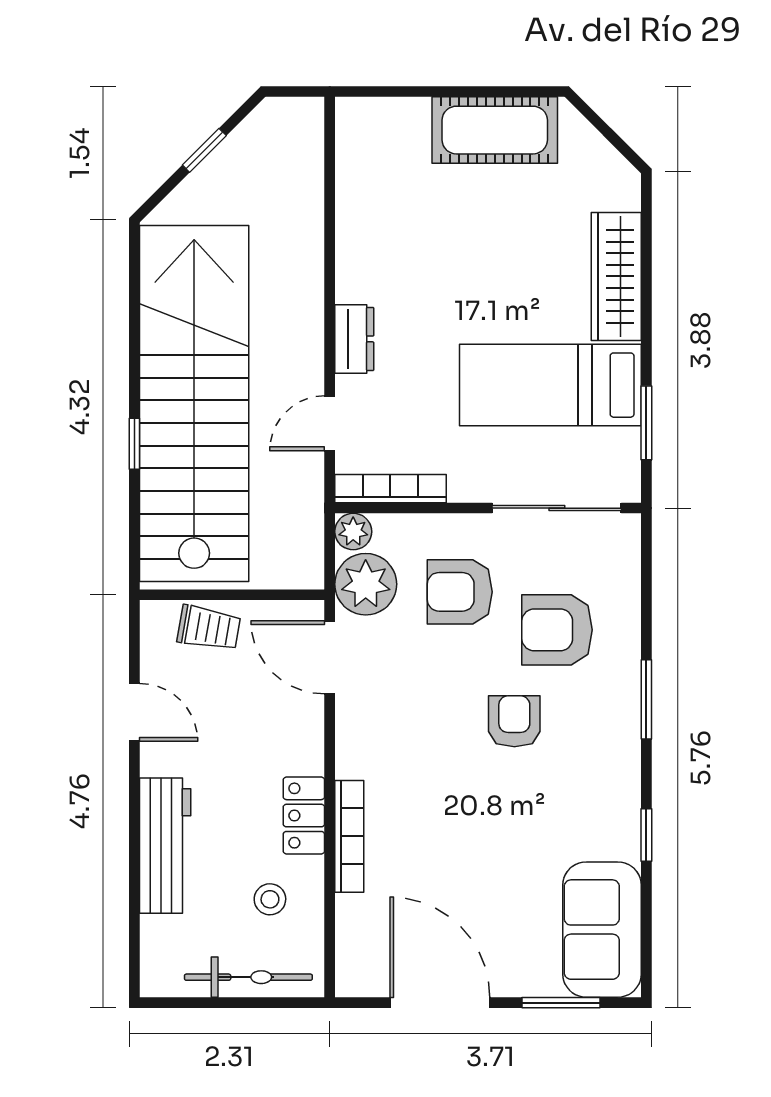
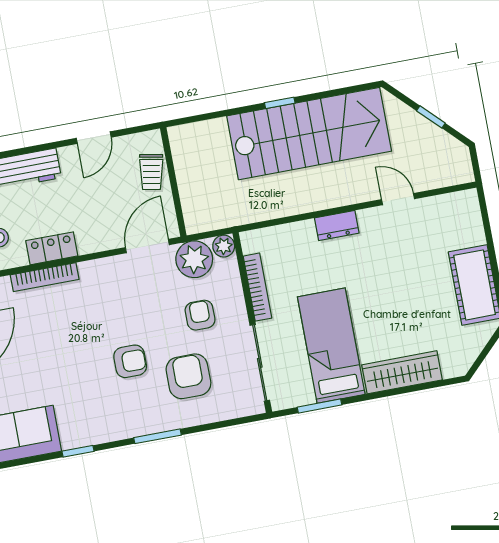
stairs: (194, 404) -> (309, 134), width x0.73
door: (330, 423) -> (398, 199), moved
window: (134, 444) -> (280, 103), moved
bookcase: (390, 489) -> (257, 287), moved
armchair: (460, 592) -> (200, 315), width x0.72, depth x0.72

